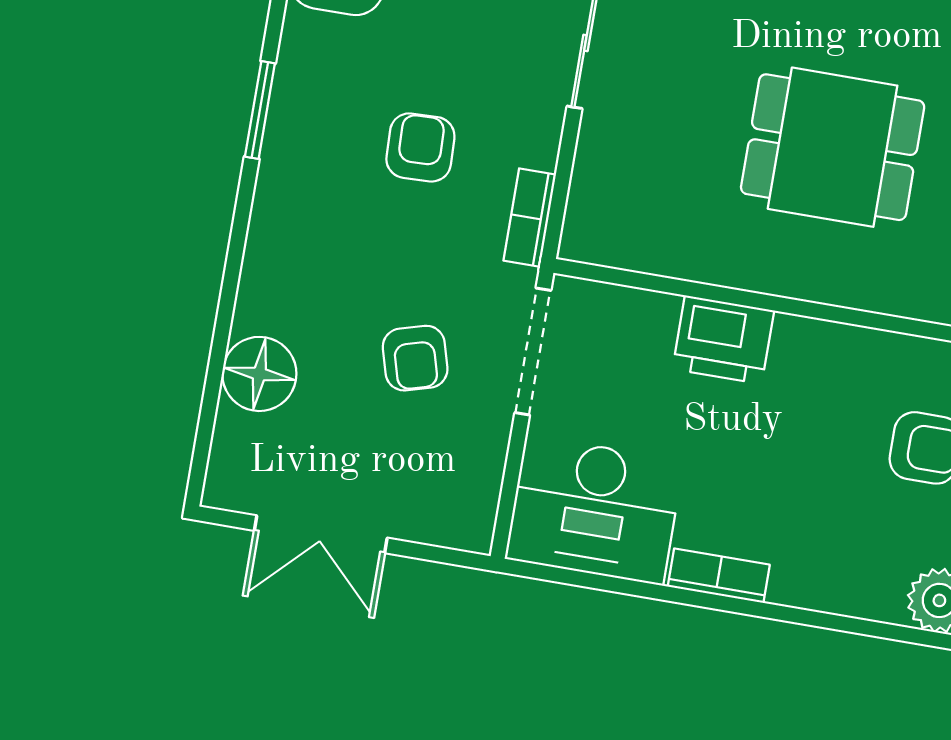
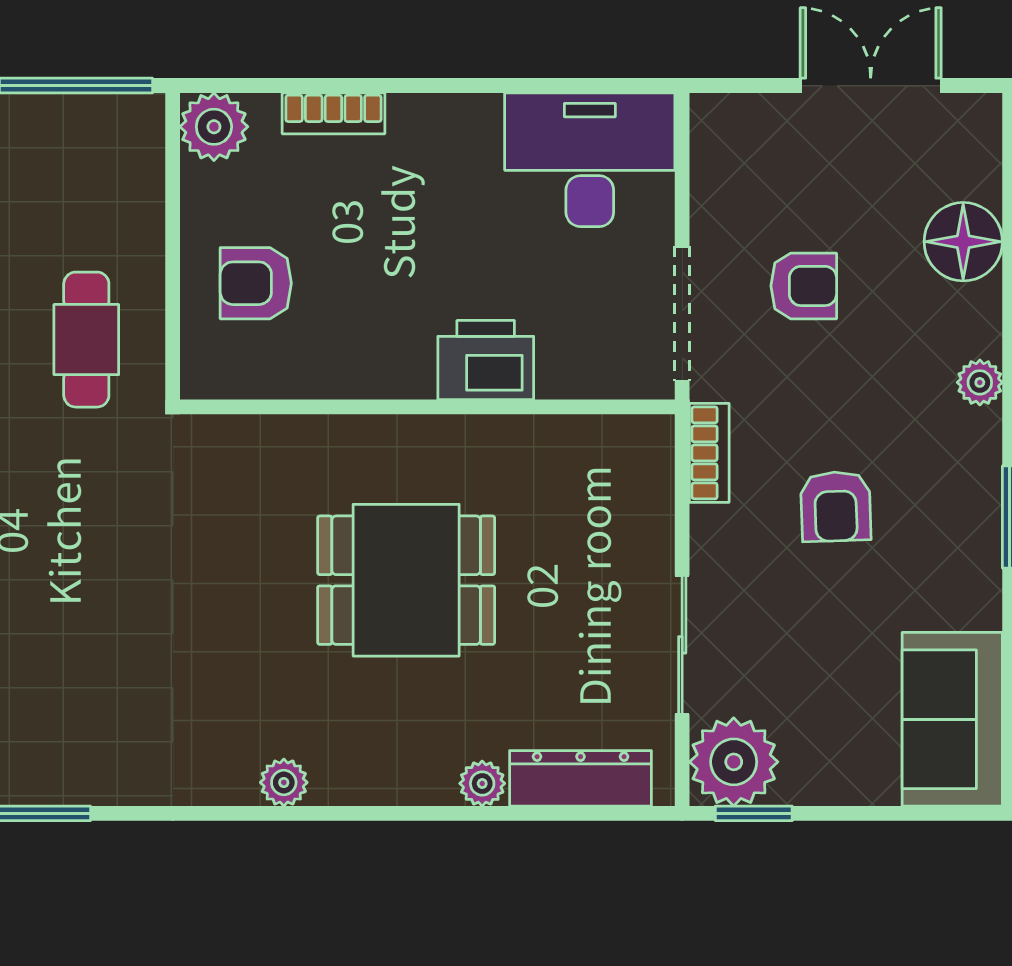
plant: (266, 240) -> (980, 382), added
armchair: (415, 358) -> (804, 286), turned 106
bookcase: (719, 576) -> (333, 113), moved

